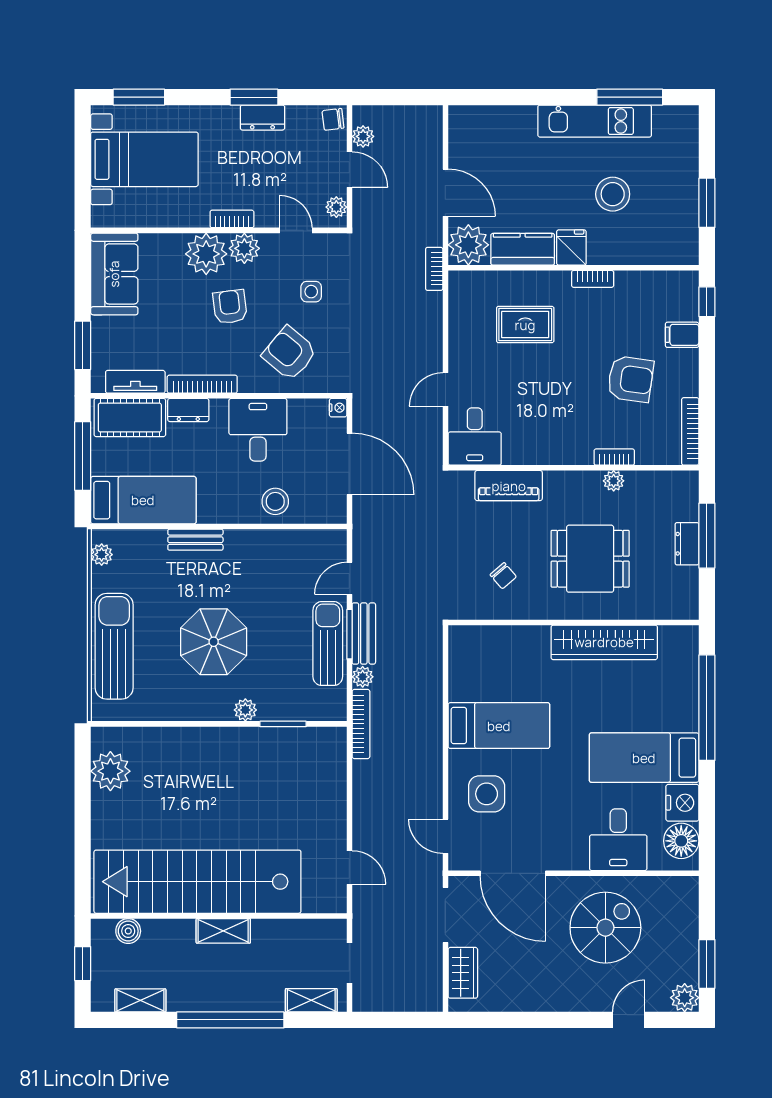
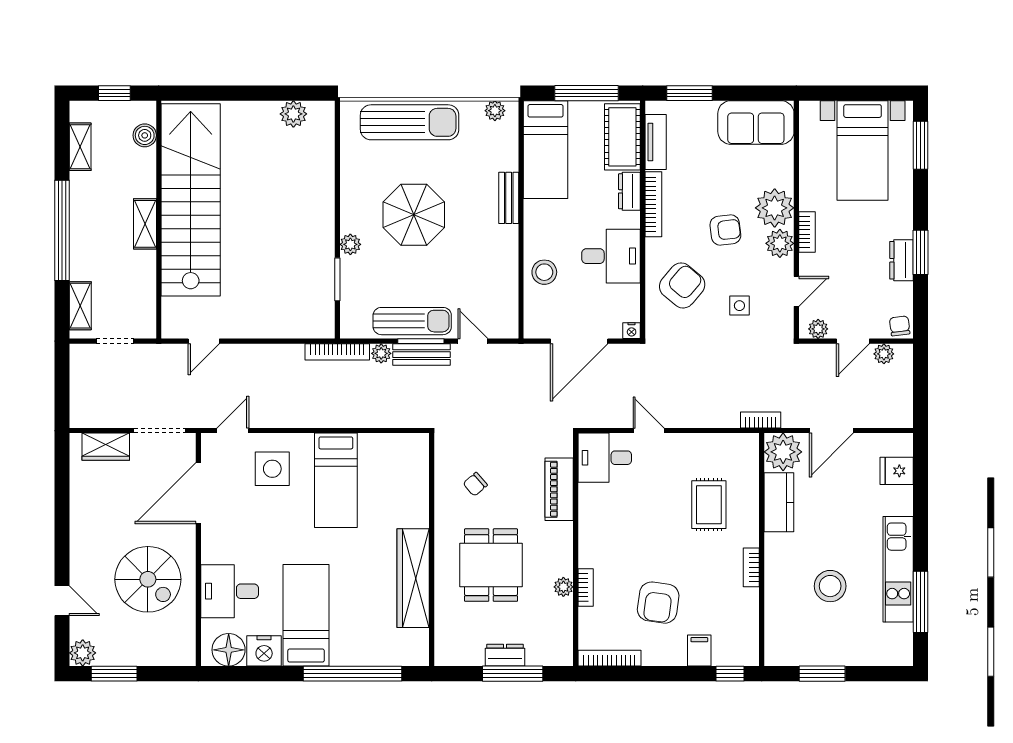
fridge: (571, 247) -> (897, 471), moved, turned 180
plant: (110, 771) -> (293, 114), width x0.73, depth x0.73

